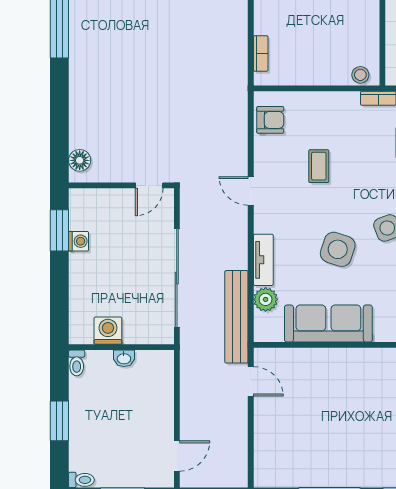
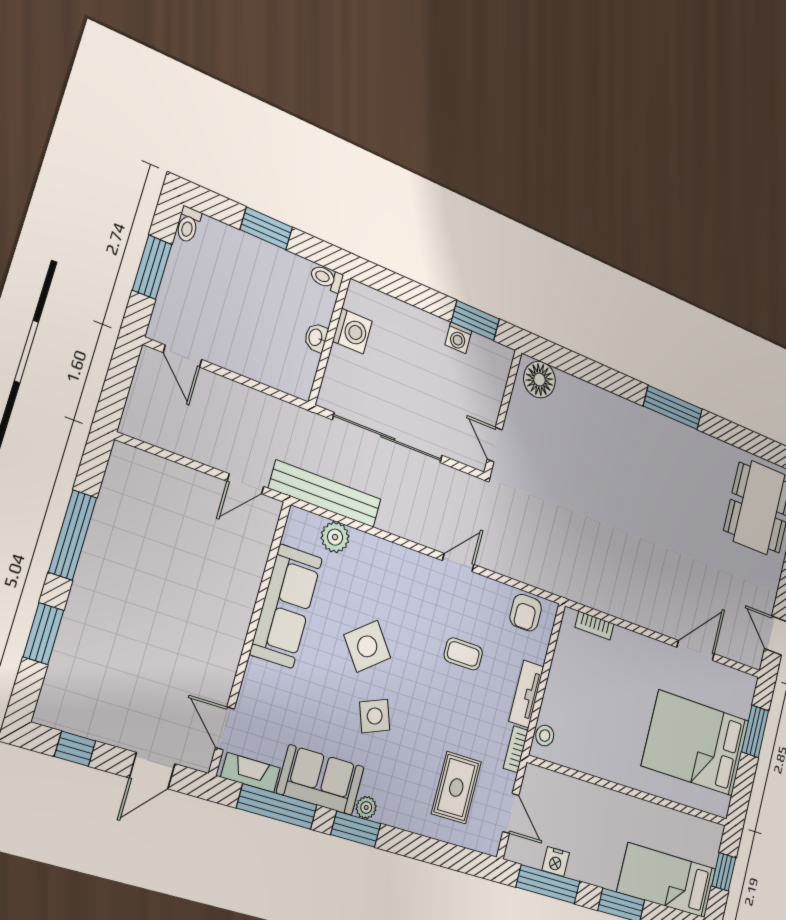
floor lamp: (80, 160) -> (539, 380), width x1.38, depth x1.38
side table: (338, 249) -> (367, 646), turned 34
tv unit: (263, 260) -> (526, 694), moved, turned 90

